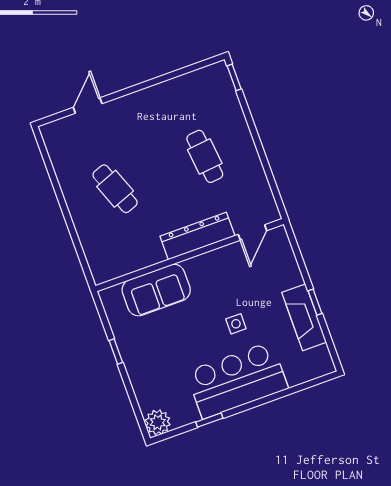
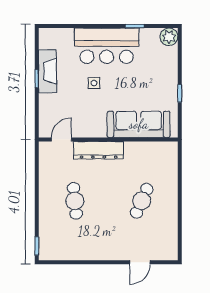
cafe table: (115, 189) -> (142, 201), turned 45
sofa: (156, 290) -> (139, 124), width x1.36

